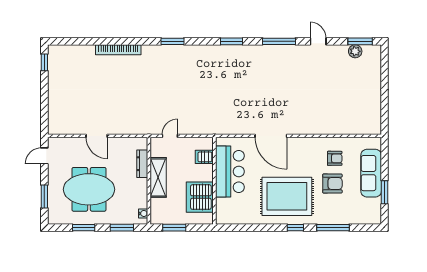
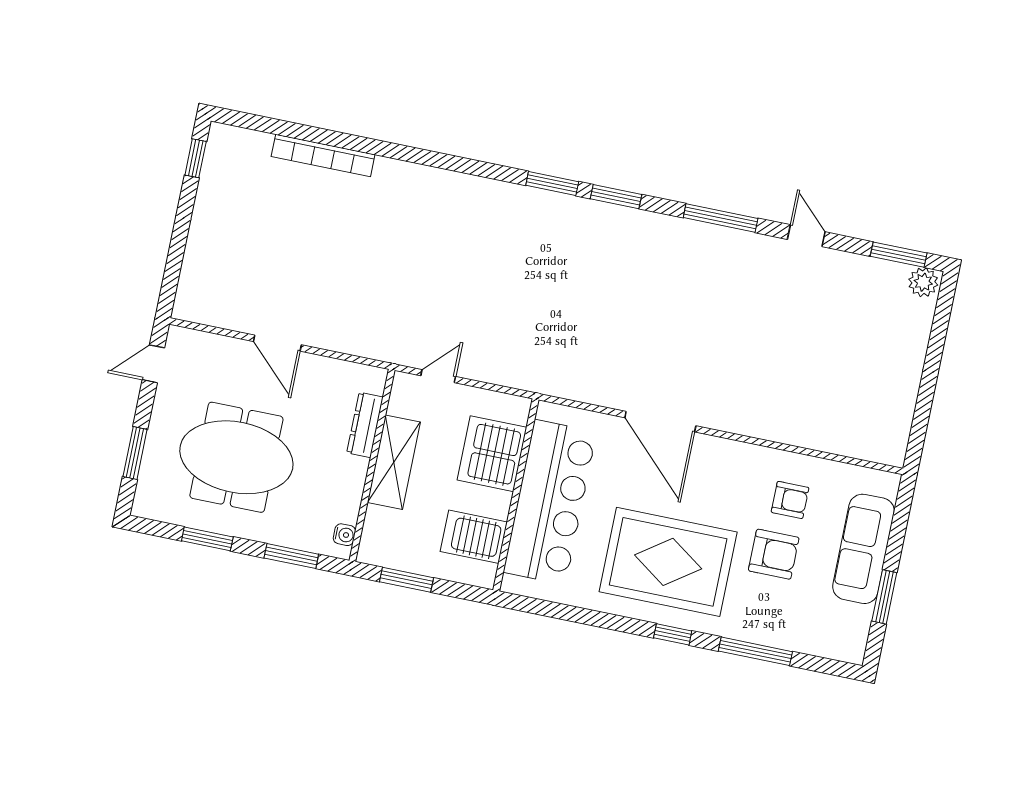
window: (173, 41) -> (552, 183), moved
bookcase: (118, 50) -> (323, 156), moved
plant: (355, 51) -> (923, 282), moved
server rack: (204, 157) -> (492, 454), width x2.18, depth x1.44
bar counter: (230, 171) -> (550, 502), width x1.36
server rack: (200, 197) -> (474, 537), width x0.62

